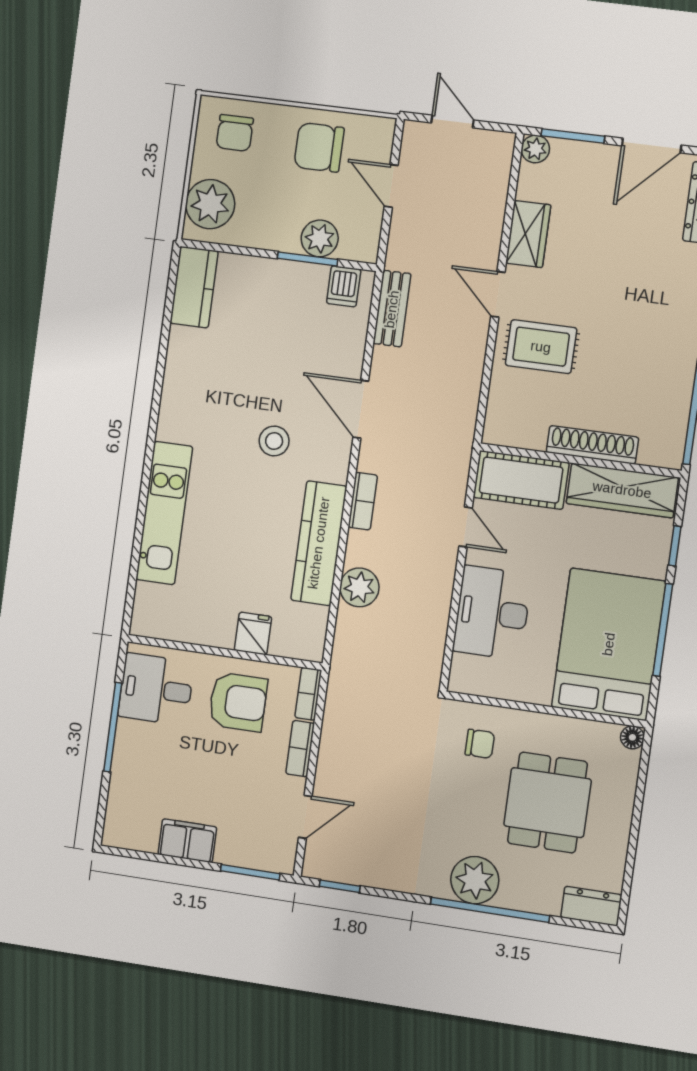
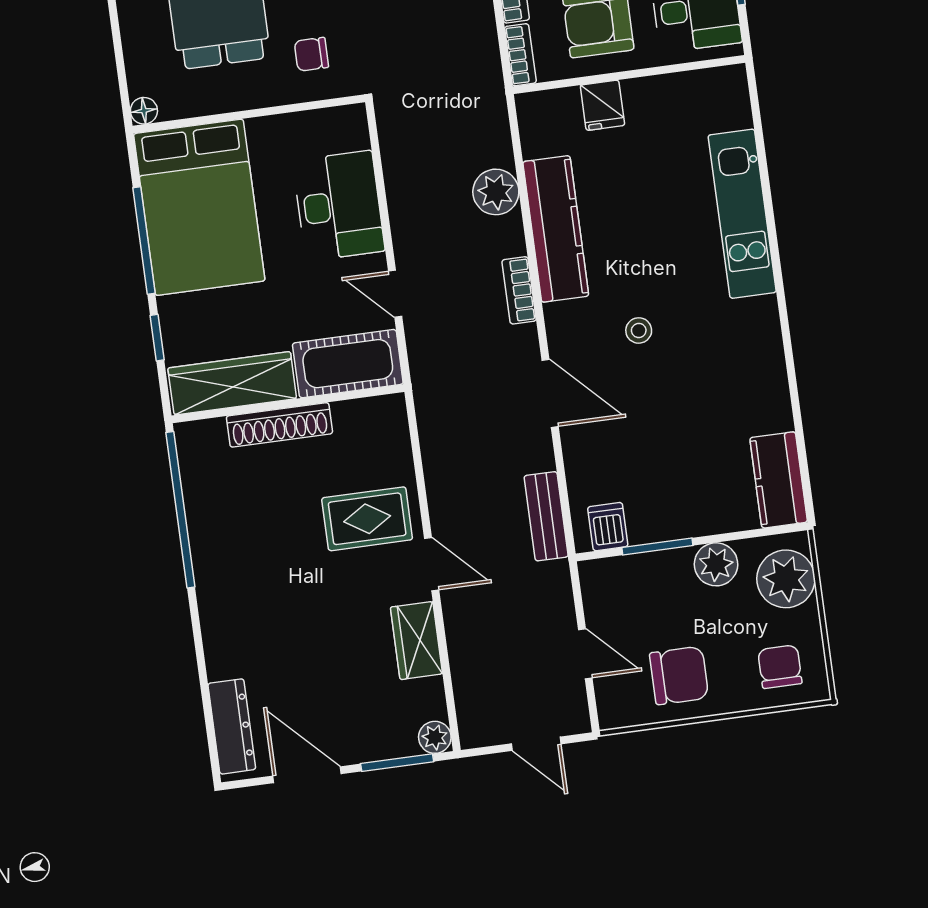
door: (652, 145) -> (307, 775), hinge flipped
plant: (320, 238) -> (716, 564), moved
stool: (274, 441) -> (639, 330), width x0.73, depth x0.73

